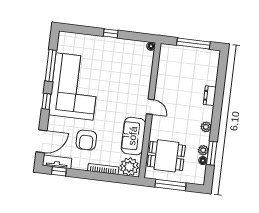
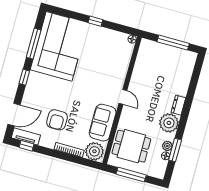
corner sofa: (74, 86) -> (59, 46), moved
dresser: (210, 96) -> (178, 105), moved
plant: (206, 127) -> (169, 123), width x1.87, depth x1.87

